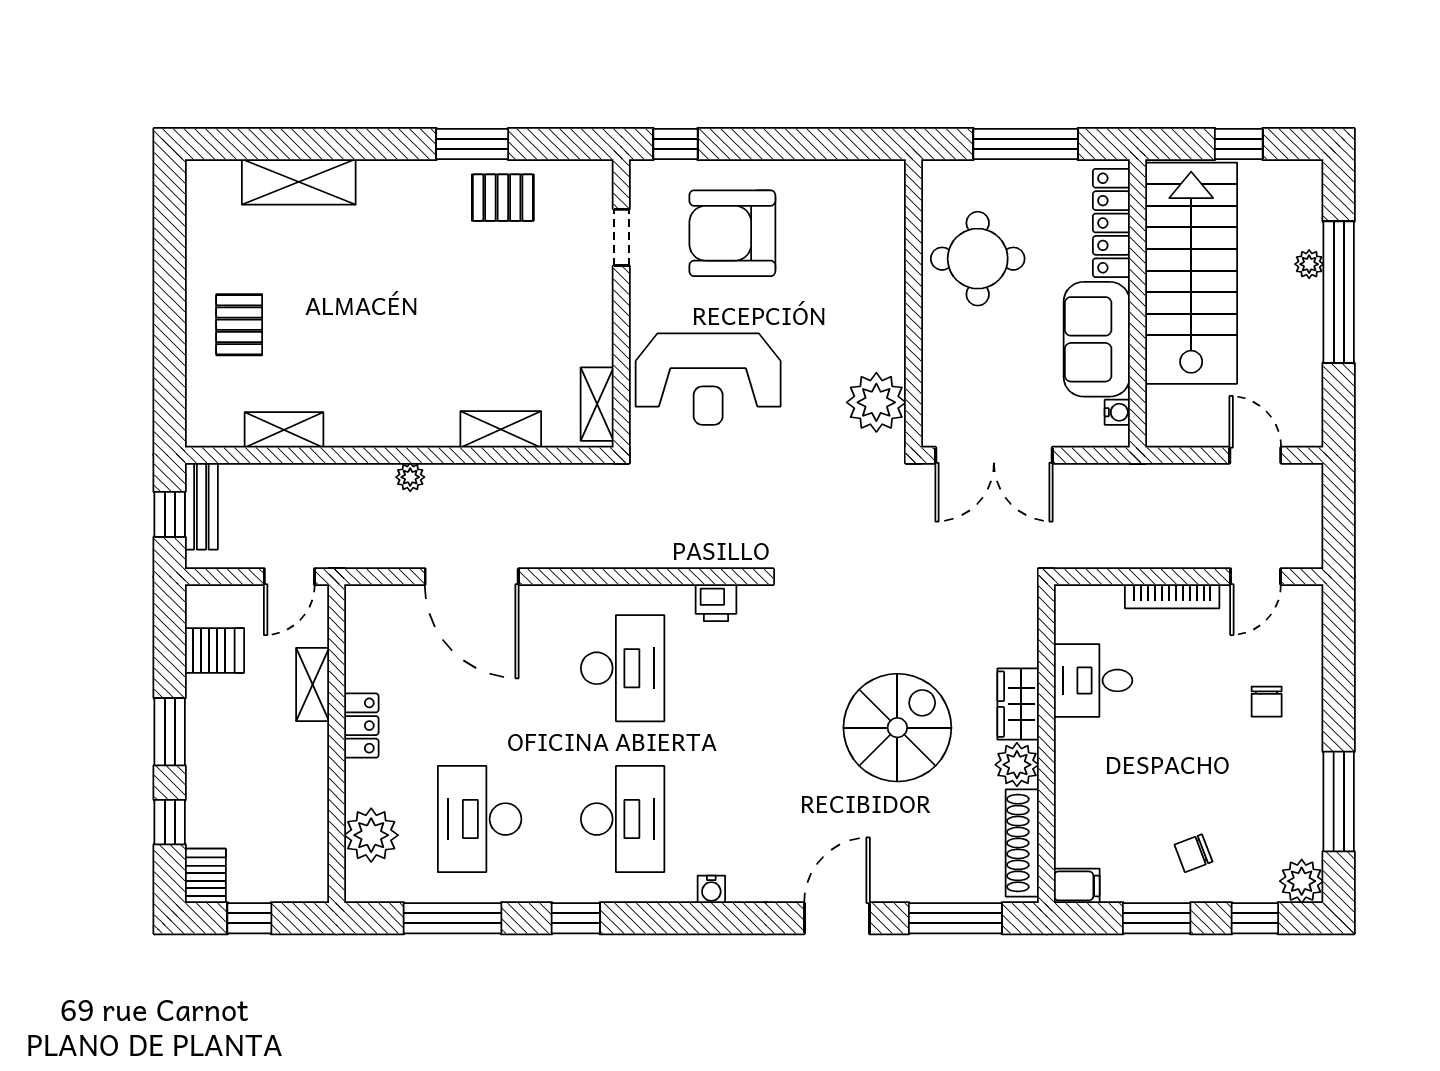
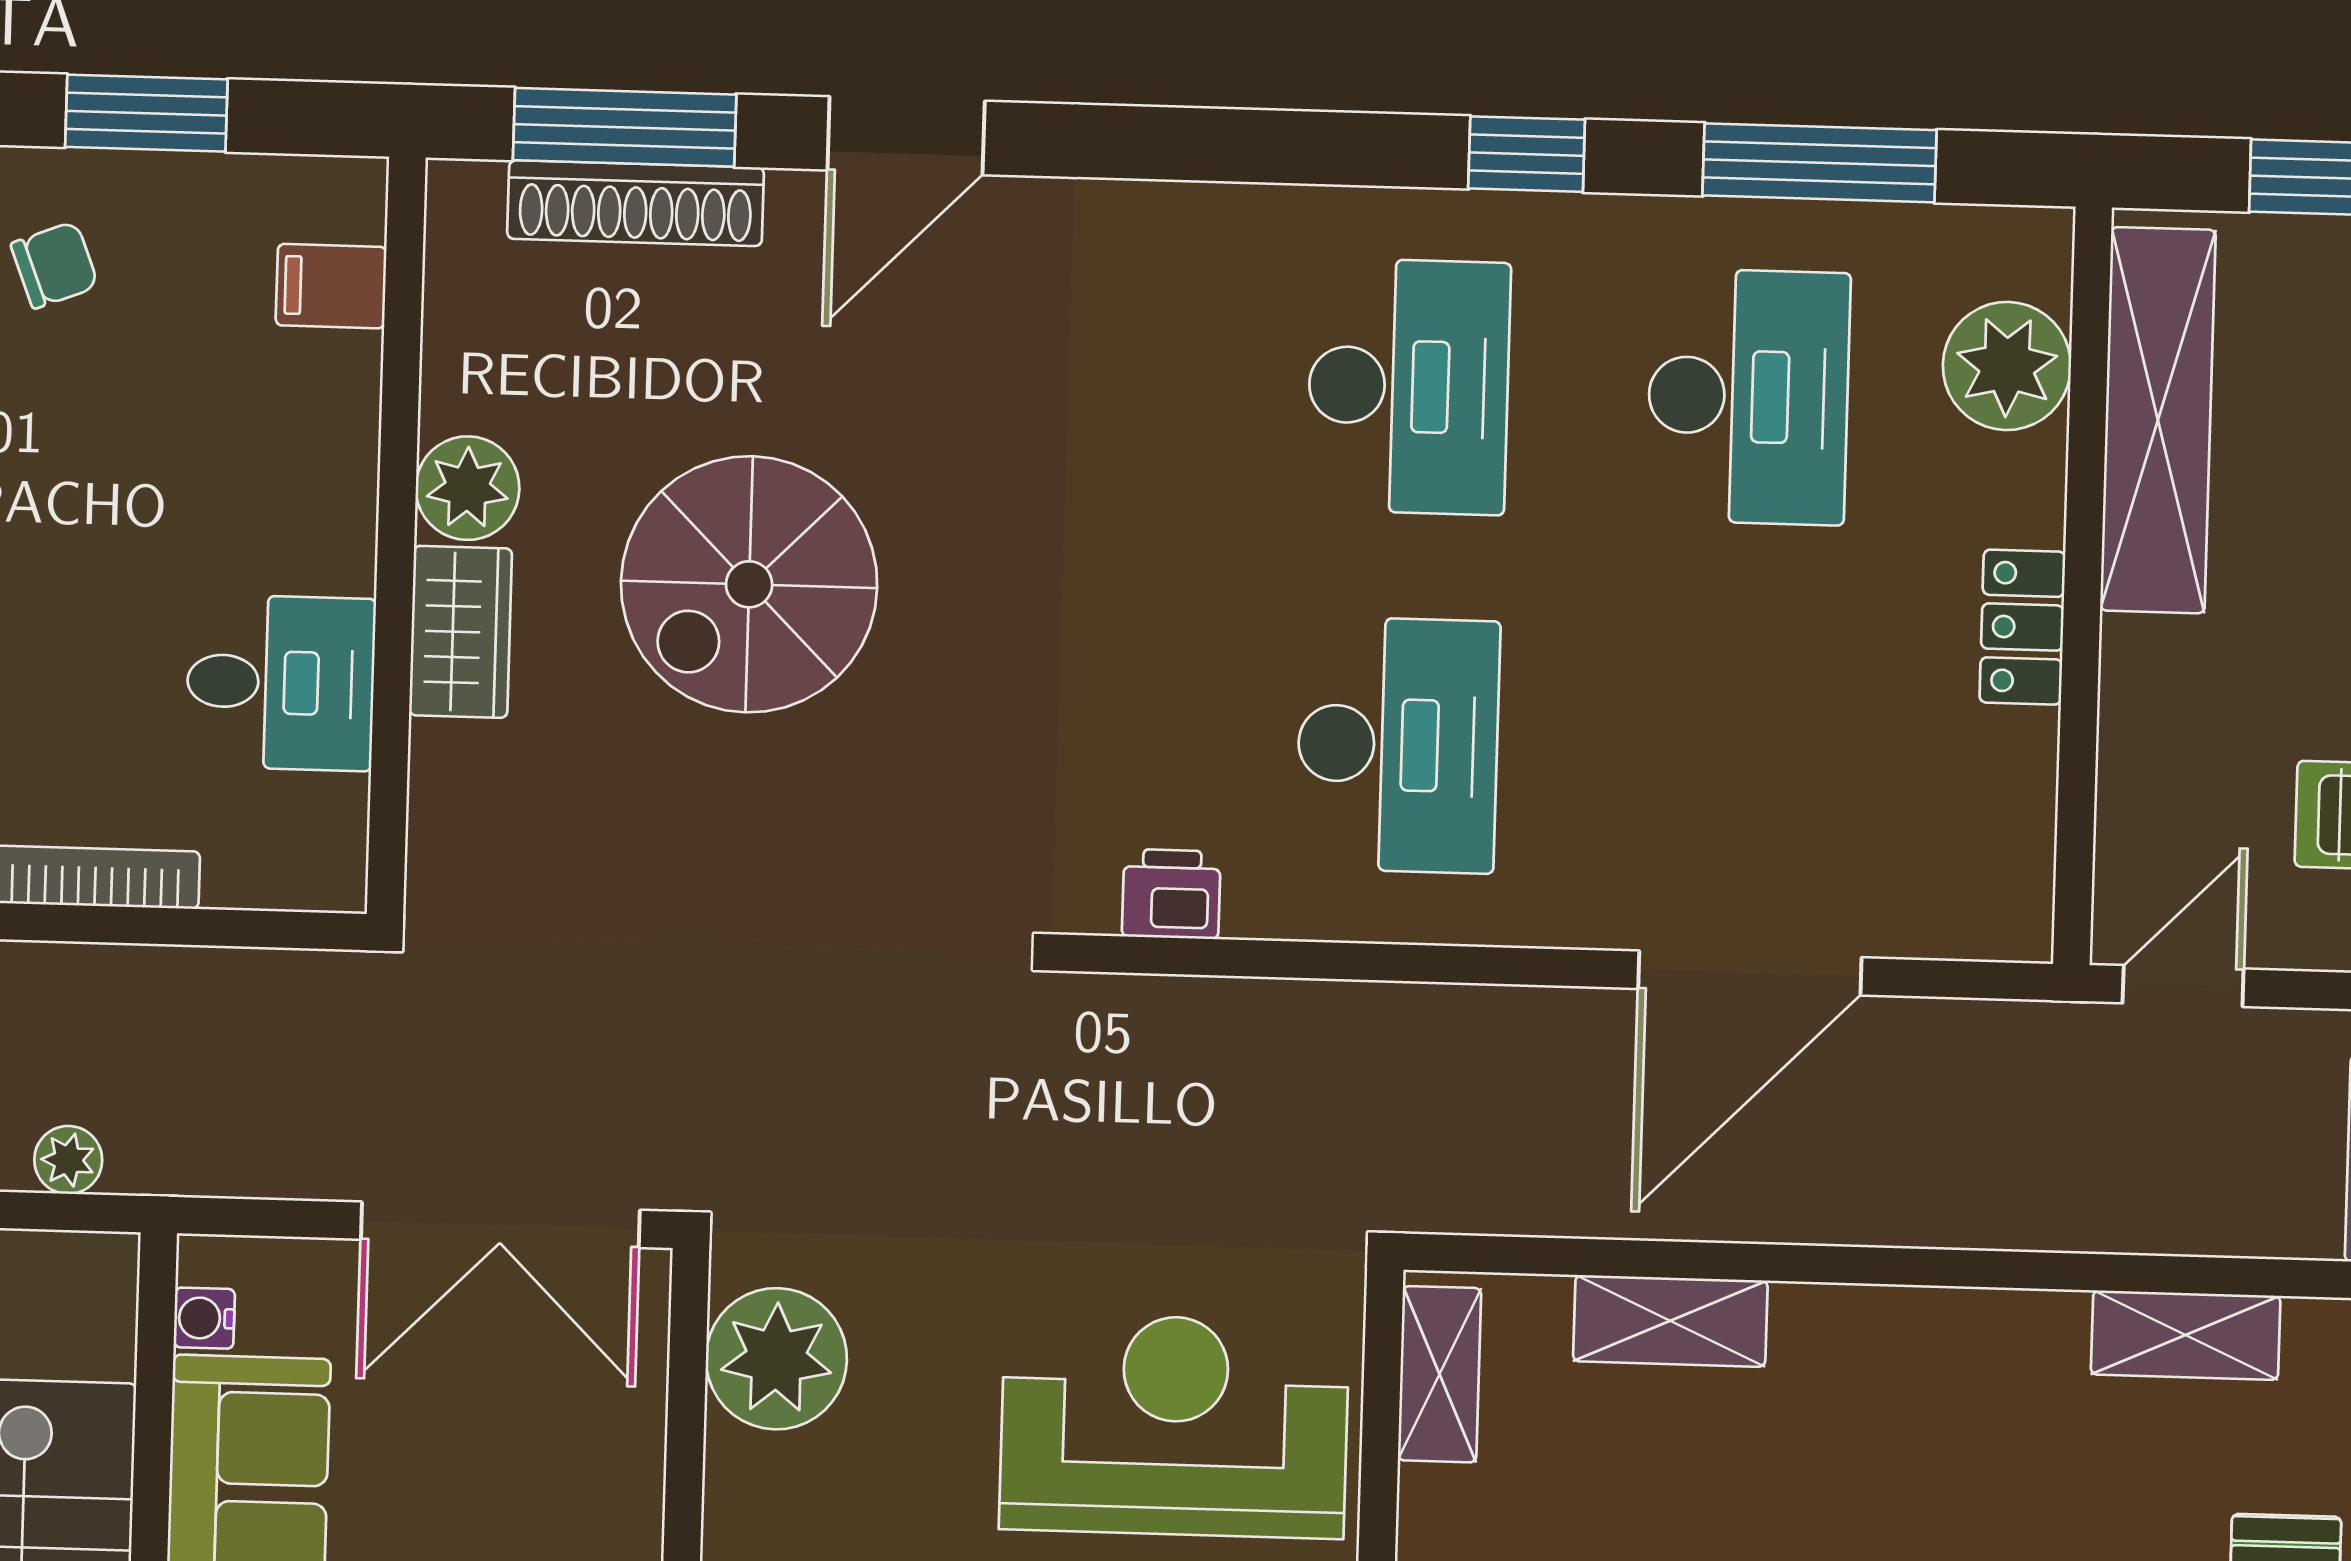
double door: (994, 455) -> (500, 1225), swing flipped
plant: (410, 477) -> (68, 1160), moved
door: (472, 577) -> (1750, 973), swing flipped
desk: (623, 668) -> (1398, 745), turned 180
shelving: (313, 684) -> (2158, 420), moved, width x2.20, depth x1.33
desk: (623, 819) -> (1408, 386), turned 180
shoe rack: (1022, 843) -> (636, 203), moved, turned 90
filing cabinet: (1077, 886) -> (331, 286), moved
water cooler: (711, 889) -> (1202, 213), removed

